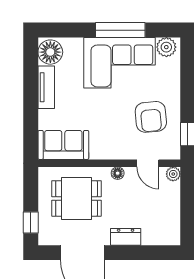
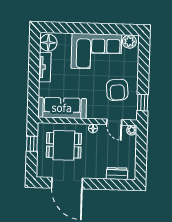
window: (120, 30) -> (98, 29), removed
sofa: (63, 145) -> (62, 108), width x1.36
window: (31, 222) -> (32, 144), moved
dresser: (126, 237) -> (117, 174), moved

